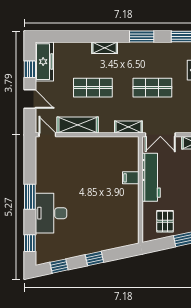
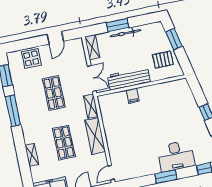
window: (142, 37) -> (13, 111), width x1.44
shelving: (105, 48) -> (32, 155), moved
shelving: (78, 125) -> (95, 136), moved

